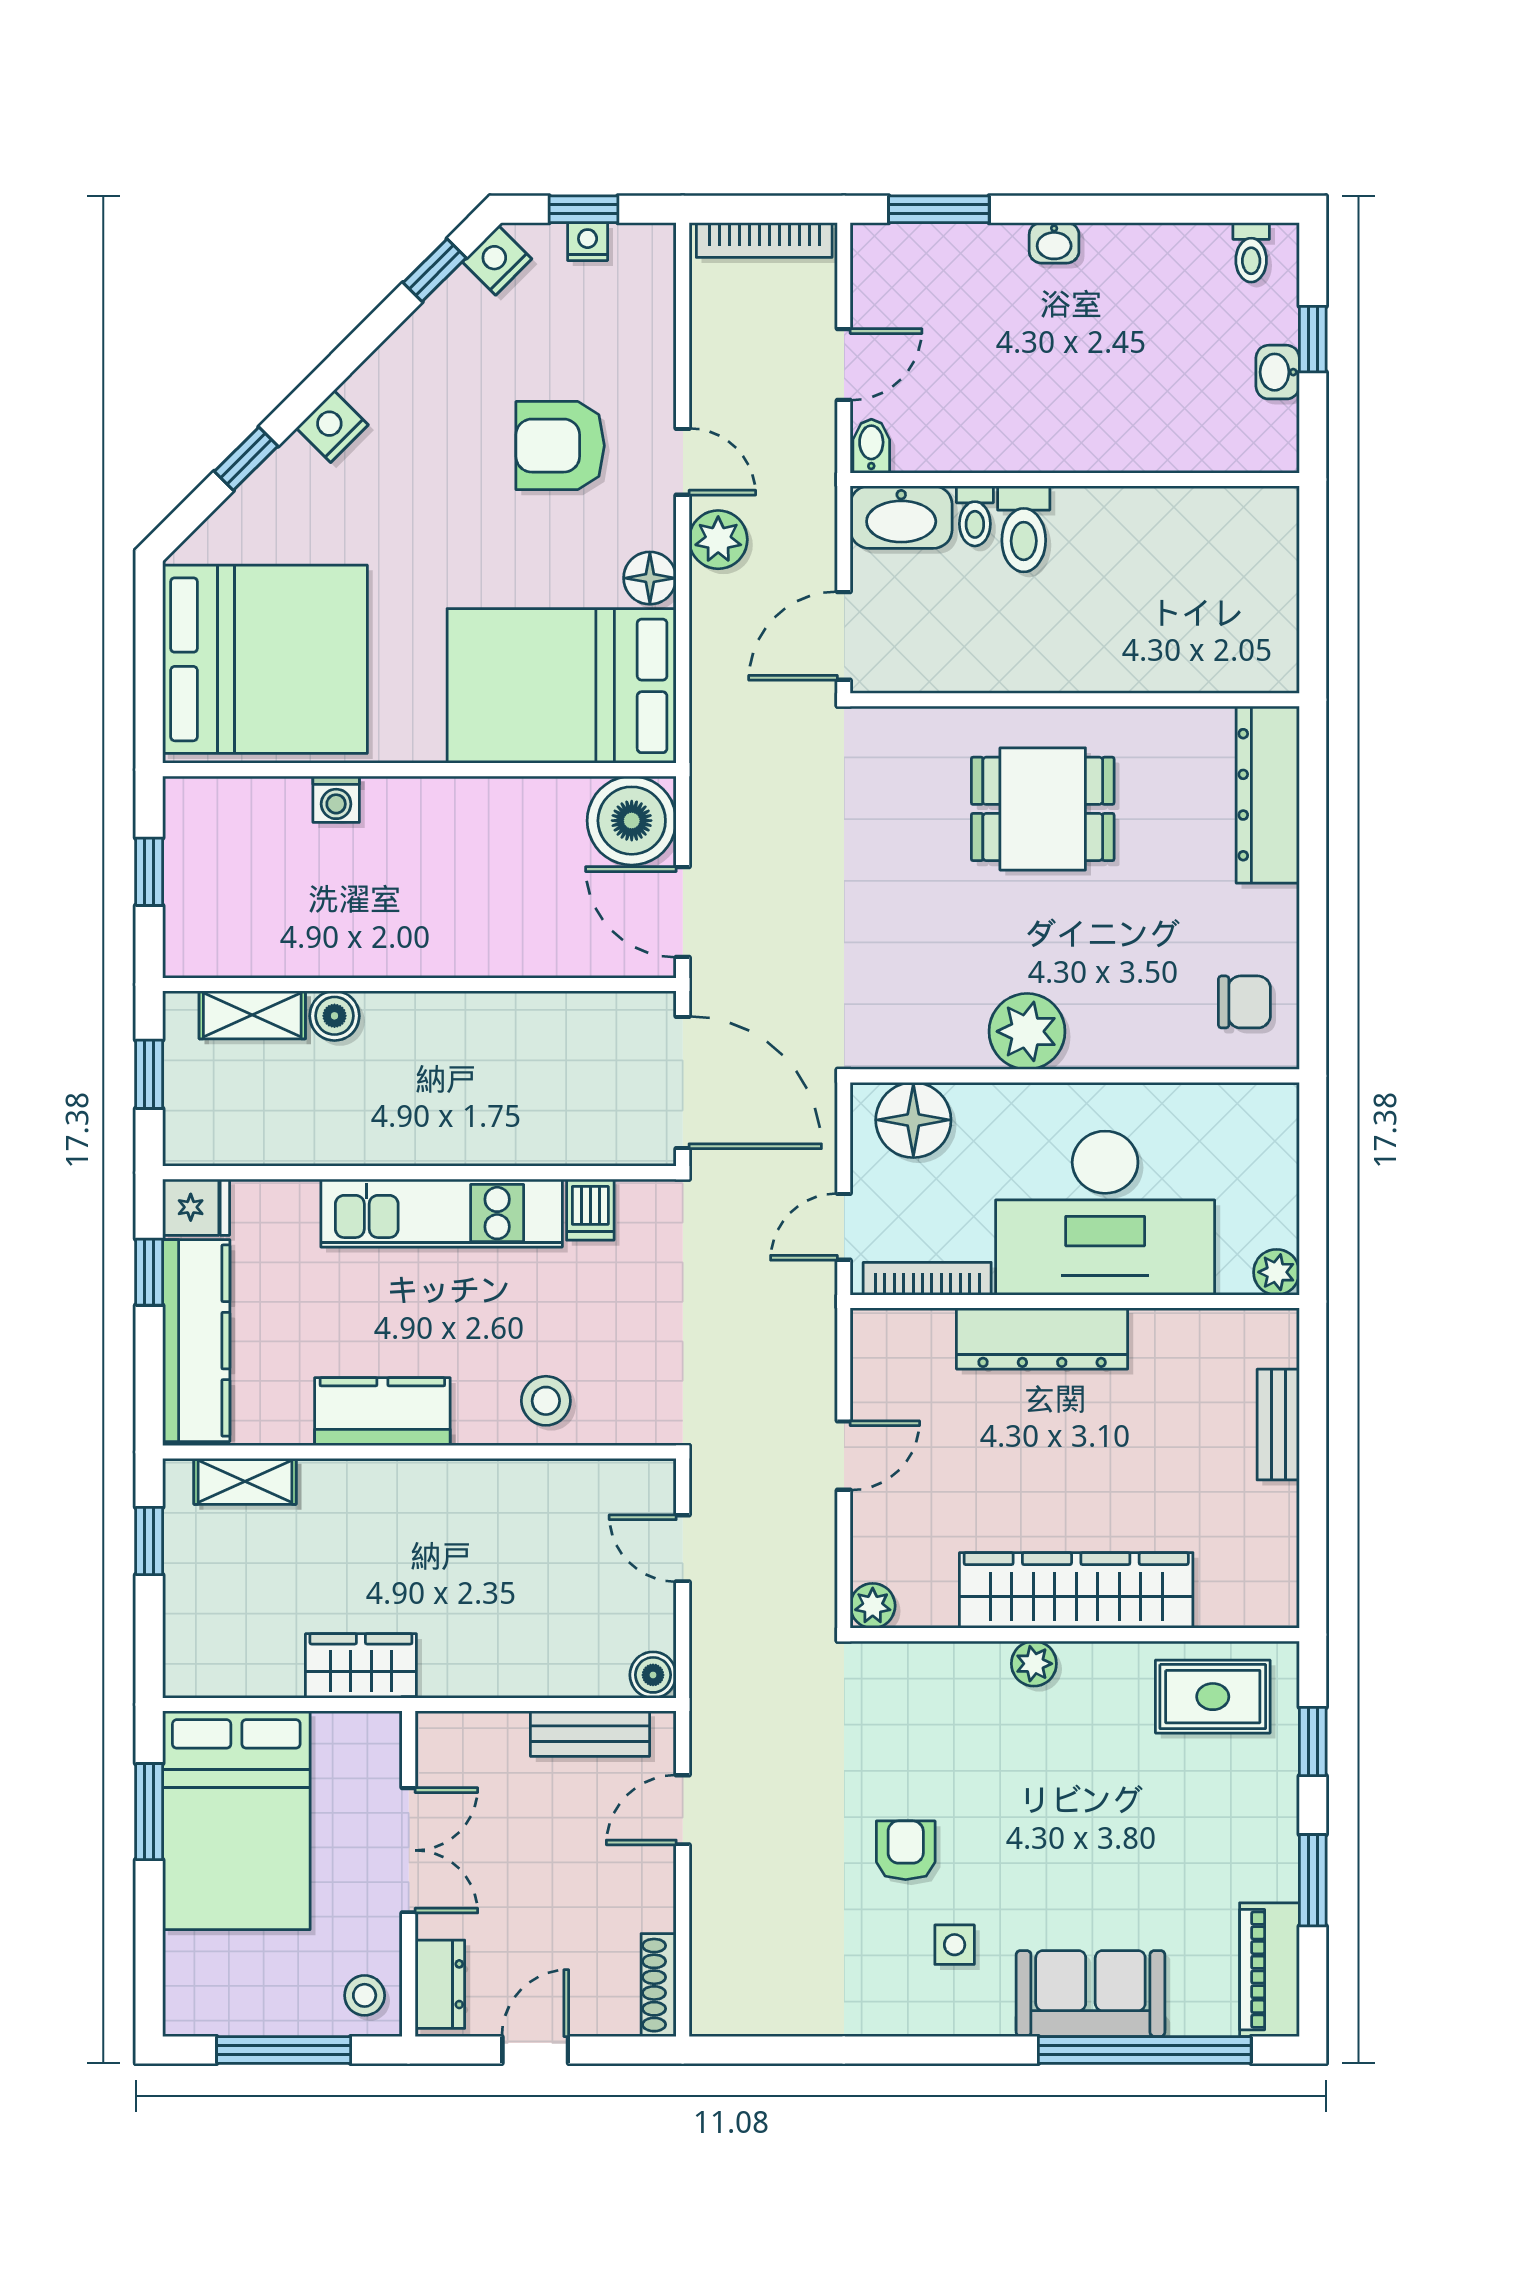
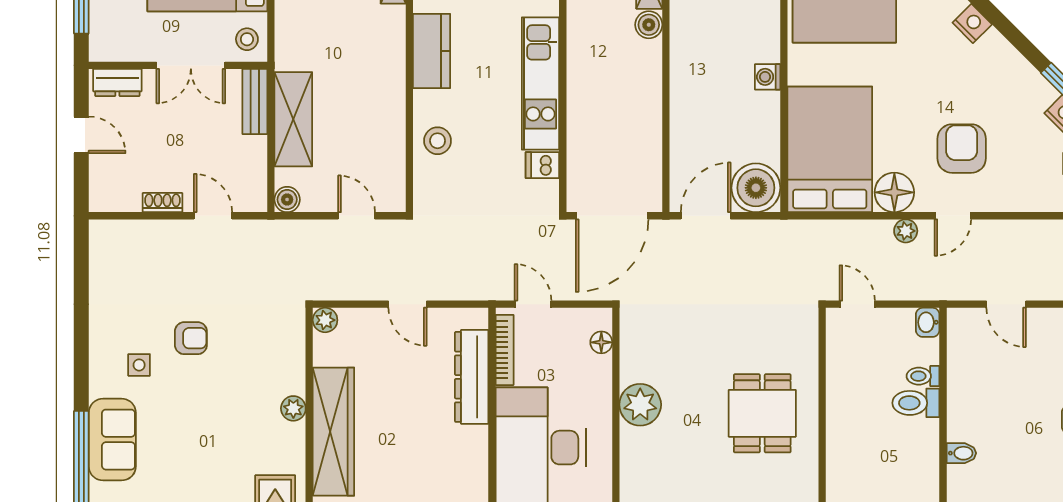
bidet: (871, 446) -> (961, 453), moved
washbasin: (901, 517) -> (928, 322), width x0.52, depth x0.69
plant: (718, 540) -> (906, 231), width x0.73, depth x0.73
floor lamp: (650, 578) -> (894, 192), width x1.38, depth x1.38
door: (844, 636) -> (857, 304), width x0.73
washing machine: (336, 799) -> (768, 77), moved
floor lamp: (913, 1120) -> (601, 342), width x0.53, depth x0.53
dresser: (1042, 1339) -> (472, 377), moved
door: (683, 1548) -> (357, 216), hinge flipped
shelving: (507, 1664) -> (293, 119), added
wardrobe: (361, 1666) -> (292, 39), removed
bench: (590, 1734) -> (255, 102), moved
shoe rack: (659, 1985) -> (162, 203), moved, width x0.70
stool: (365, 1995) -> (247, 39), moved

